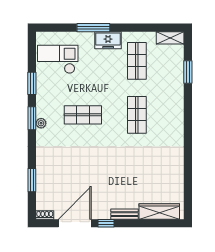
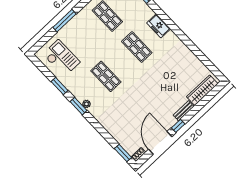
freezer: (108, 40) -> (159, 26), moved, turned 90
checkout: (58, 59) -> (61, 58), turned 90
shop shelf: (83, 115) -> (106, 76), turned 90
window: (32, 180) -> (123, 153), moved

